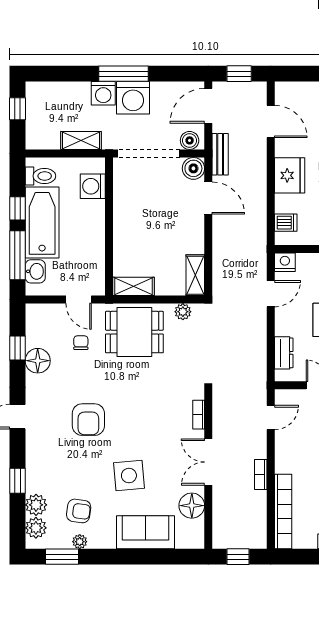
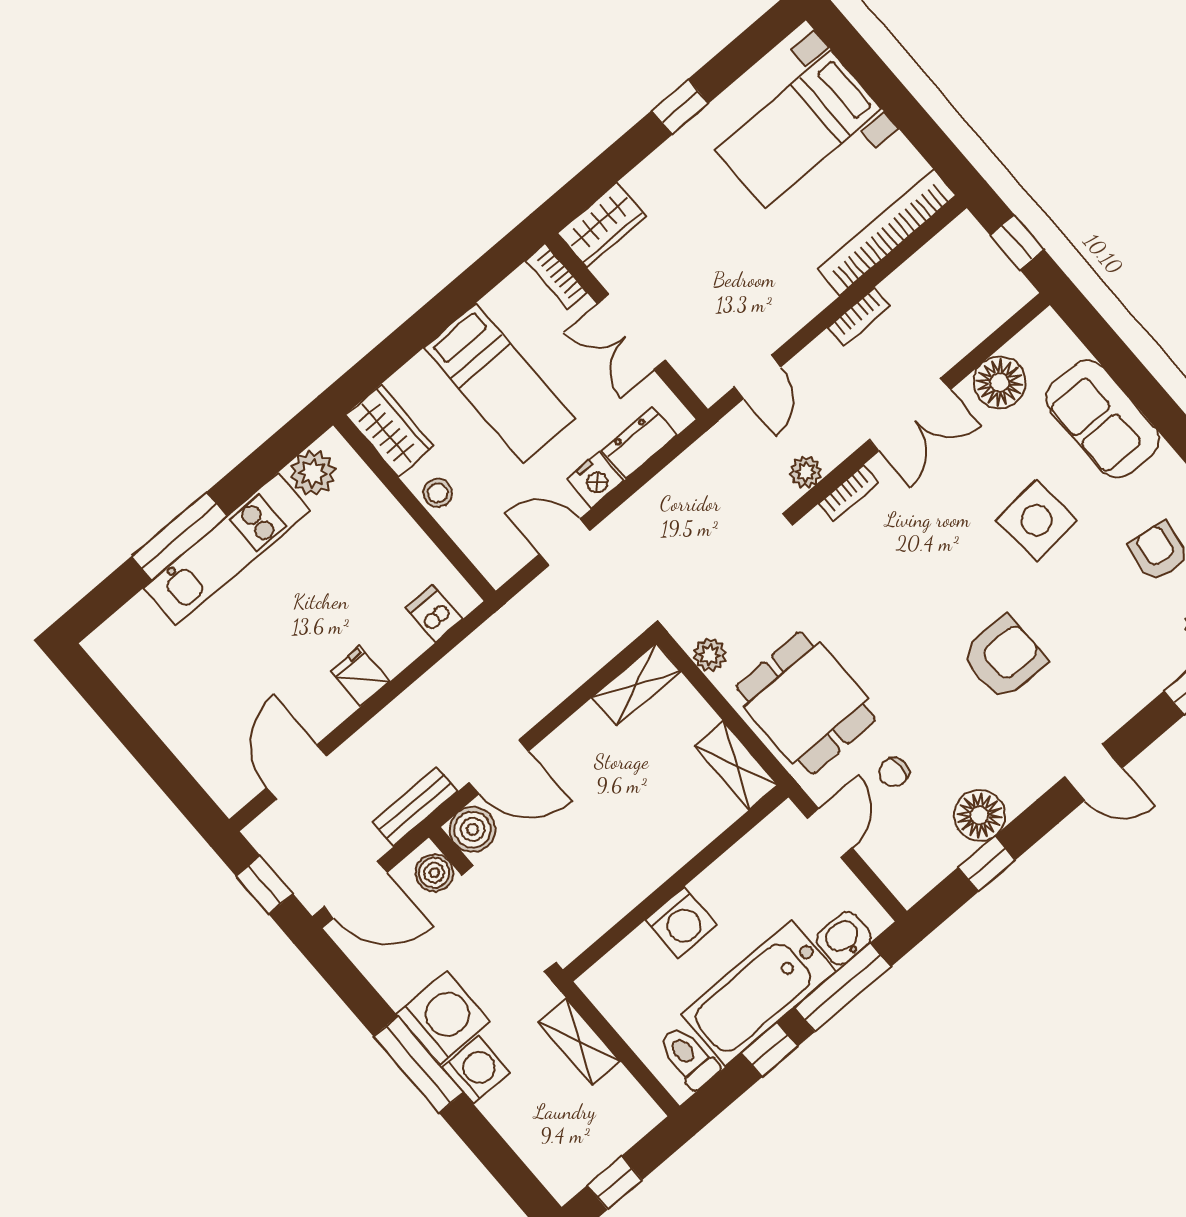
fridge: (290, 175) -> (360, 676), width x0.53, depth x0.75
washing machine: (93, 186) -> (681, 922), moved
door: (208, 198) -> (499, 767), swing flipped
nightstand: (285, 262) -> (595, 480), moved, turned -90
plant: (220, 405) -> (806, 472), added
door: (271, 418) -> (757, 377), swing flipped

